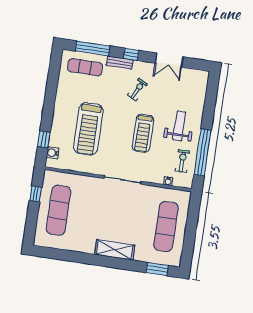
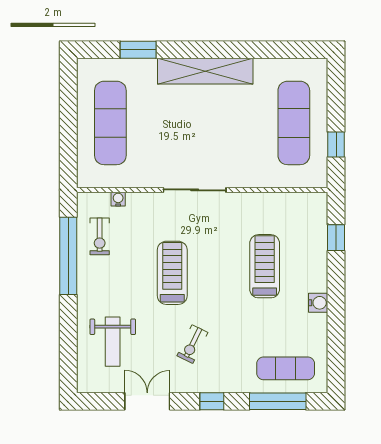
bench: (120, 63) -> (229, 385), removed
weight bench: (179, 126) -> (113, 342), moved
treadmill: (88, 129) -> (265, 266), width x0.73, depth x0.73
water cooler: (53, 153) -> (318, 303), moved
shelving: (115, 250) -> (205, 71), width x1.47
window: (157, 269) -> (138, 50), moved

